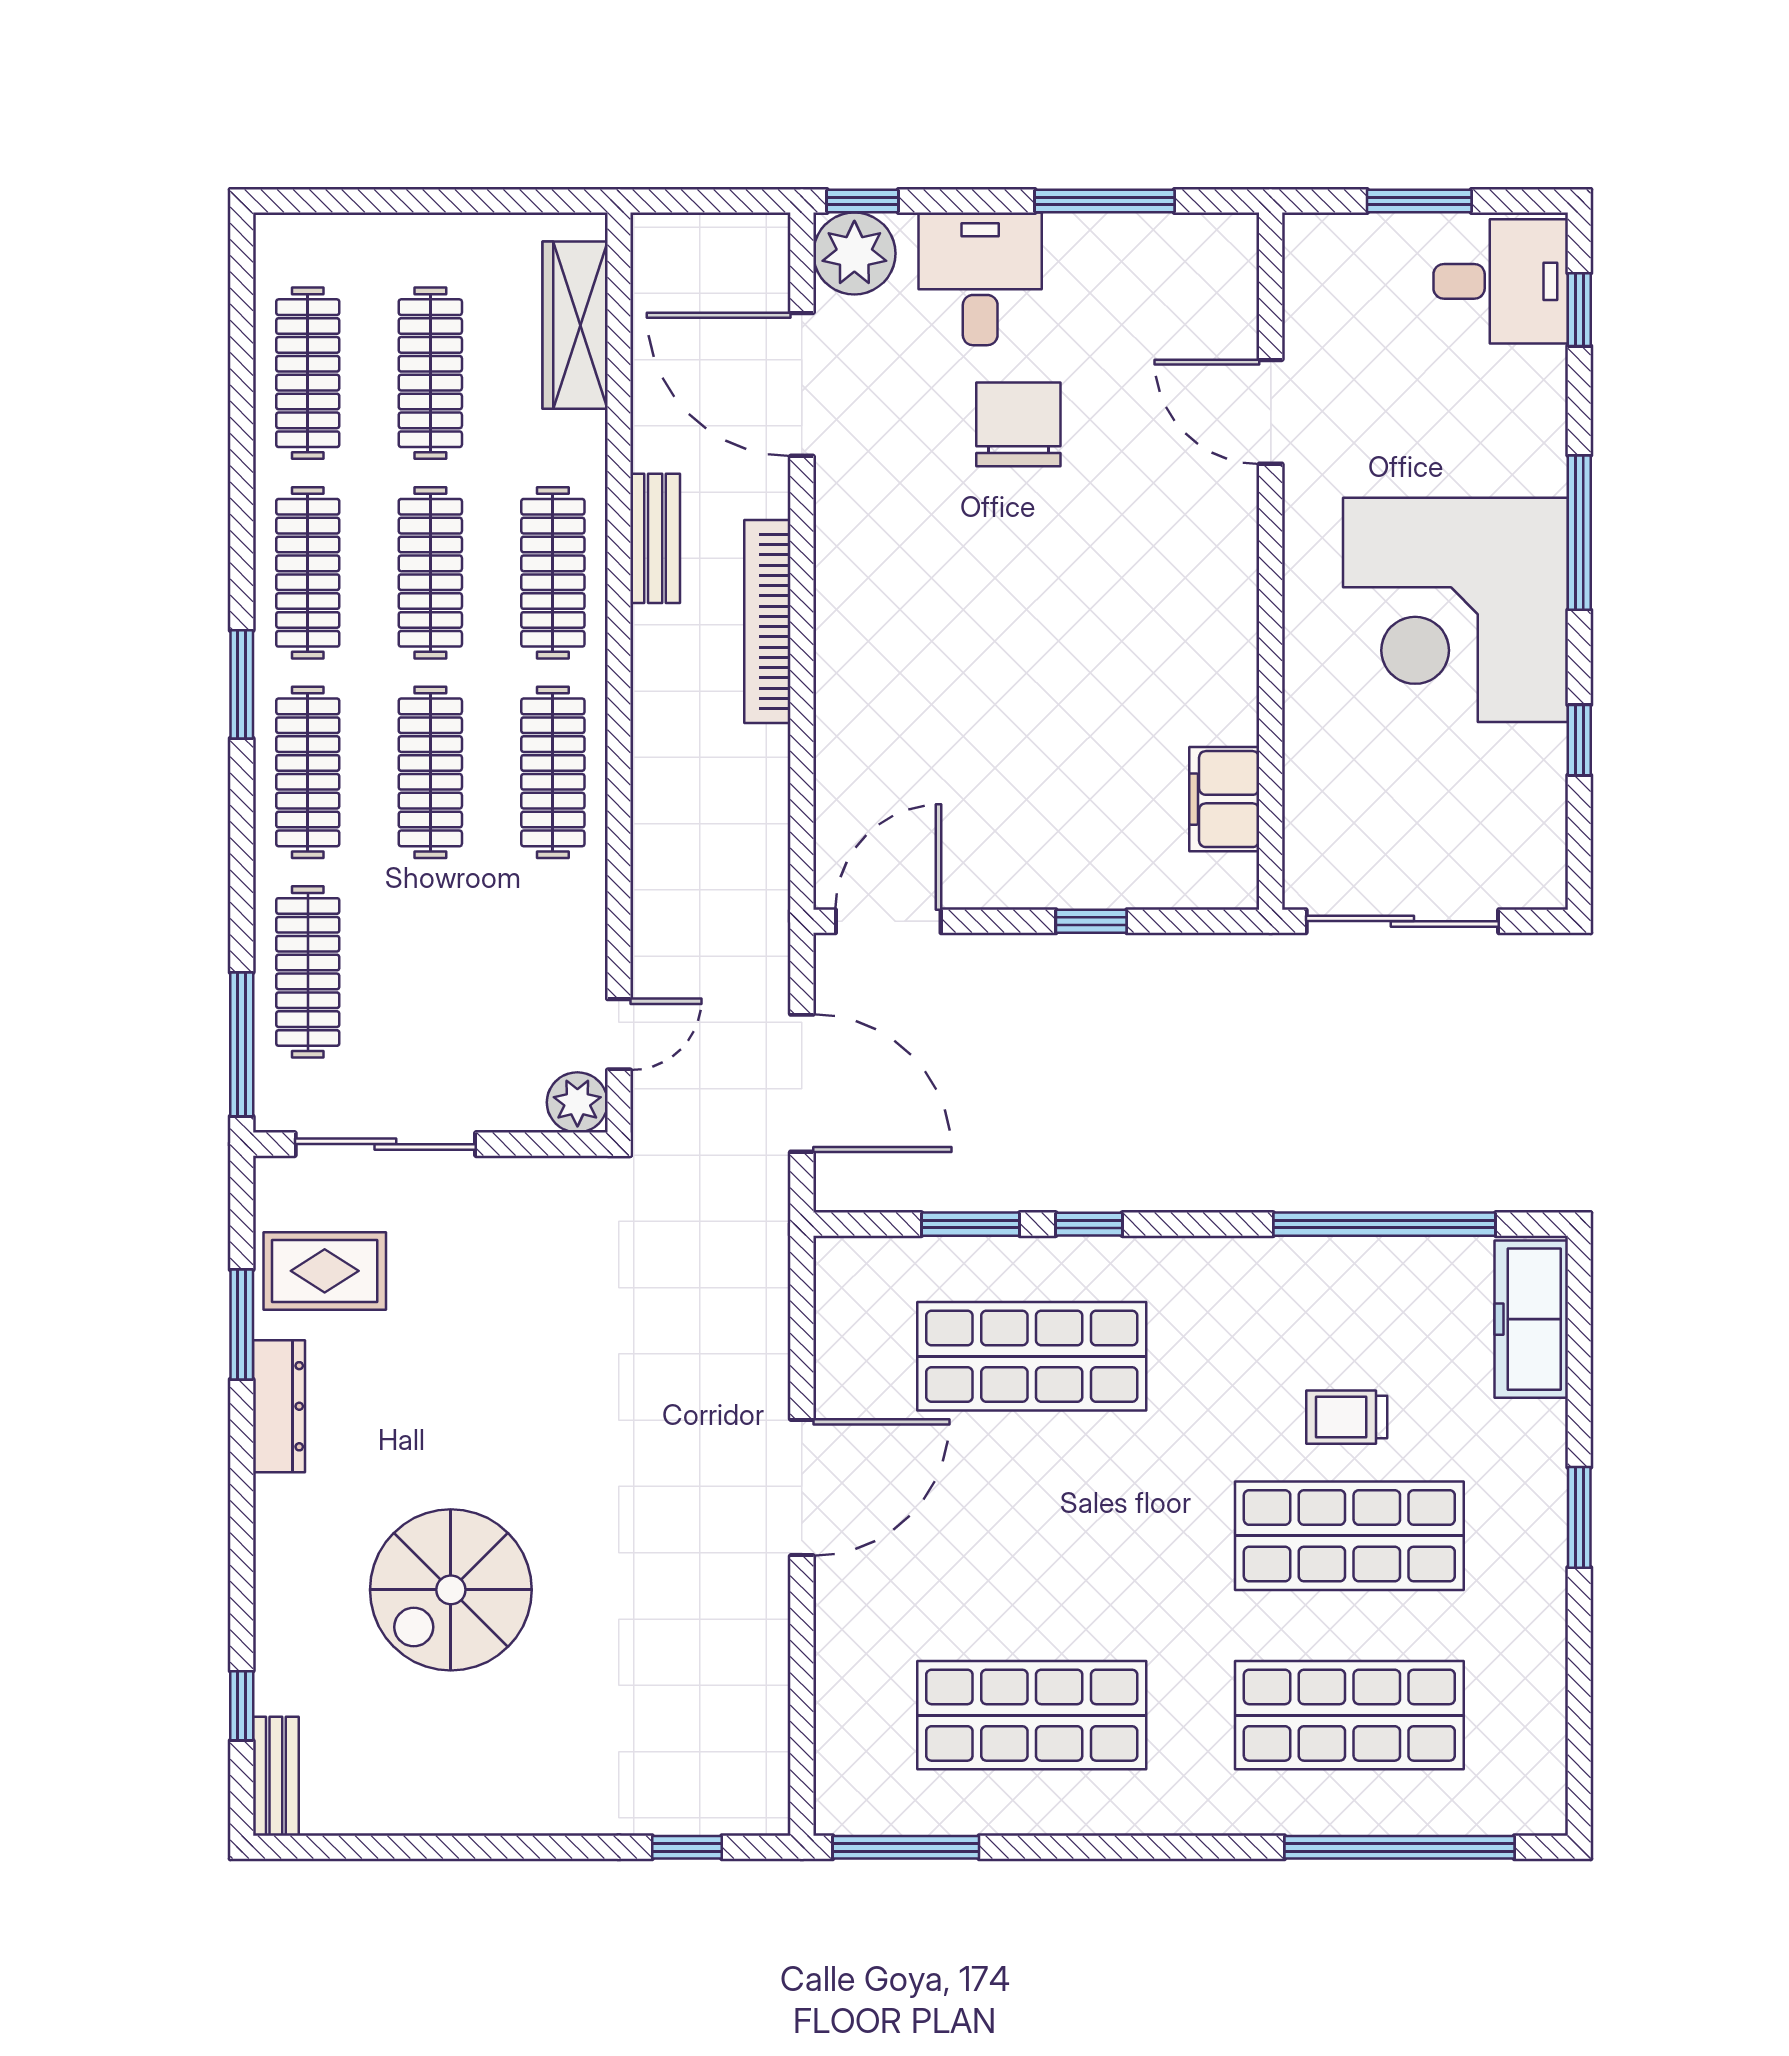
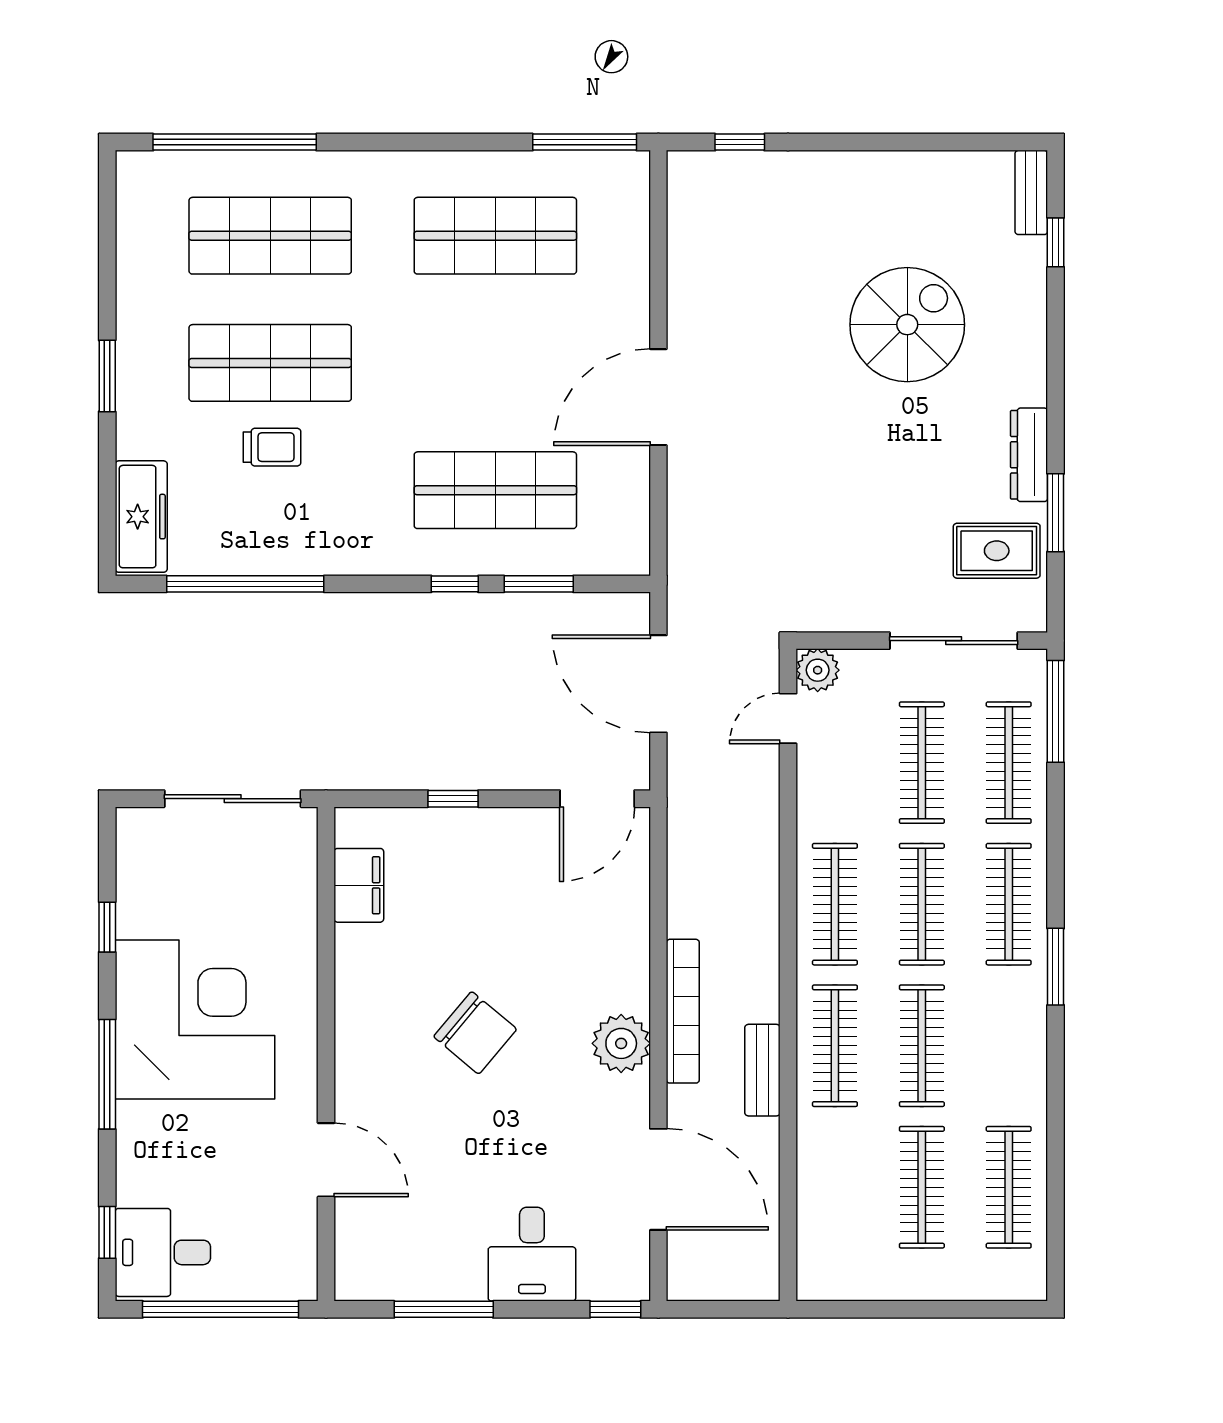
window: (1419, 201) -> (221, 1309), width x2.11
plant: (854, 253) -> (621, 1043), moved
wardrobe: (575, 325) -> (819, 1221), removed
chair: (1018, 424) -> (475, 1033), moved, turned -50
clothes rail: (308, 573) -> (922, 763), moved

